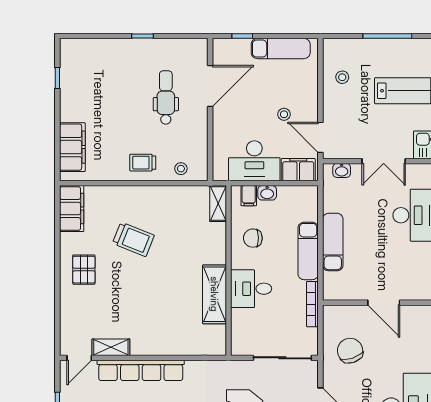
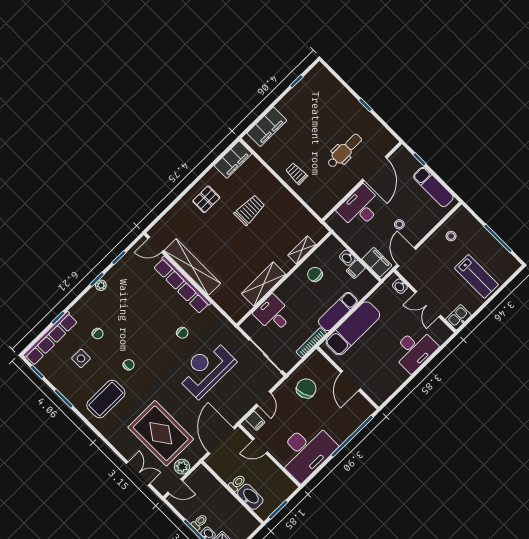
door: (210, 86) -> (375, 169), hinge flipped
desk: (254, 161) -> (360, 208), moved, turned 90
stool: (181, 169) -> (314, 198), removed
filing cabinet: (249, 196) -> (356, 269), moved
shelving: (218, 203) -> (302, 250), moved
trolley: (133, 239) -> (250, 210), turned -112
exam couch: (333, 242) -> (353, 328), width x1.36, depth x1.45
desk: (251, 289) -> (273, 314), moved
shelving: (111, 347) -> (192, 267), width x2.20, depth x1.33

